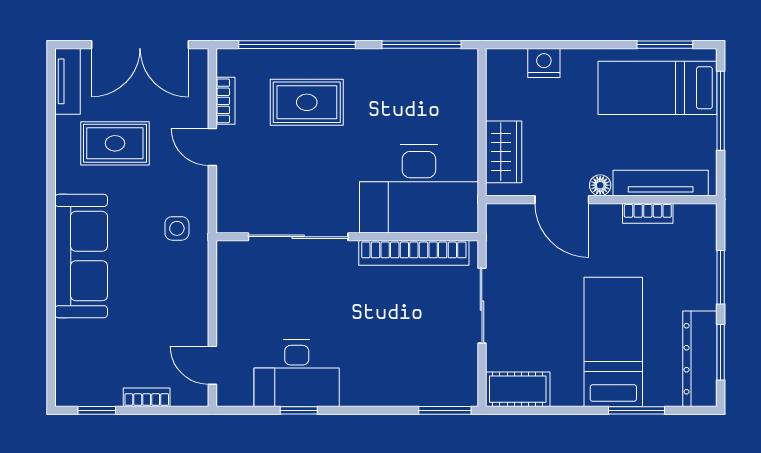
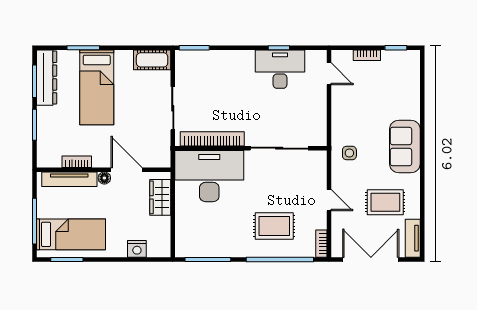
bookcase: (225, 101) -> (321, 244), moved
sofa: (81, 256) -> (405, 146), width x0.73

